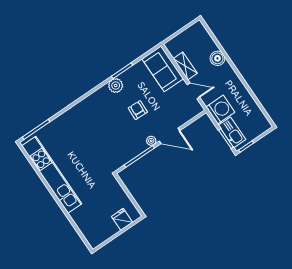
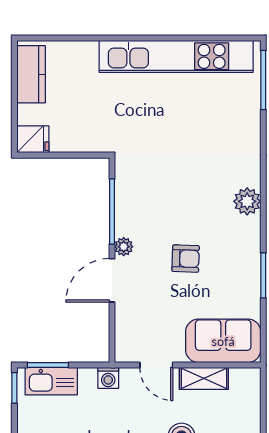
plant: (116, 86) -> (247, 201), moved
door: (193, 91) -> (156, 365), hinge flipped
washing machine: (220, 110) -> (108, 378), width x0.53, depth x0.53
fridge: (122, 219) -> (33, 139), moved
kitchen counter: (103, 233) -> (31, 74), added

